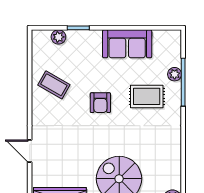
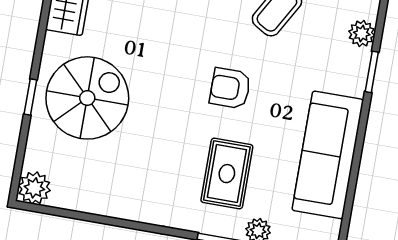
sofa: (127, 44) -> (328, 155), width x1.36

